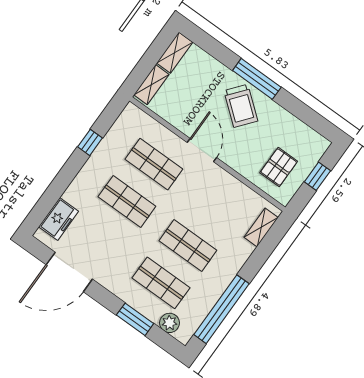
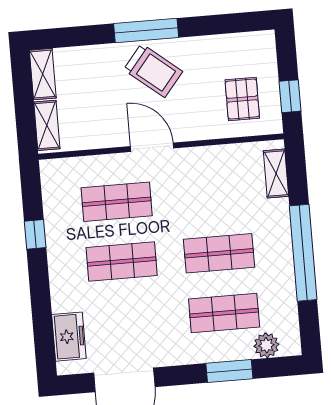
window: (317, 176) -> (290, 96), moved
window: (221, 309) -> (303, 253), moved

